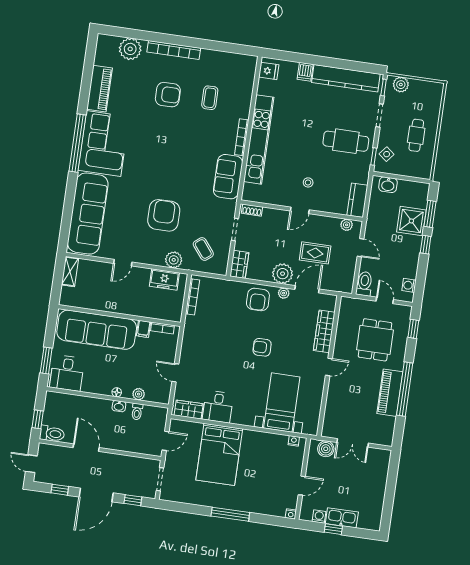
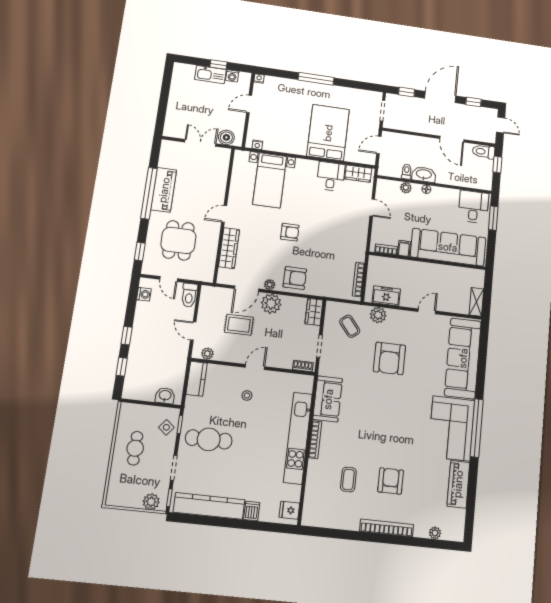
plant: (130, 49) -> (435, 533), width x0.53, depth x0.53
armchair: (168, 95) -> (391, 481), turned 90
window: (430, 214) -> (122, 367), width x0.67
shower: (411, 221) -> (141, 359), removed
armchair: (258, 299) -> (295, 278), turned 90
washbasin: (119, 406) -> (424, 174), width x1.91, depth x1.45

